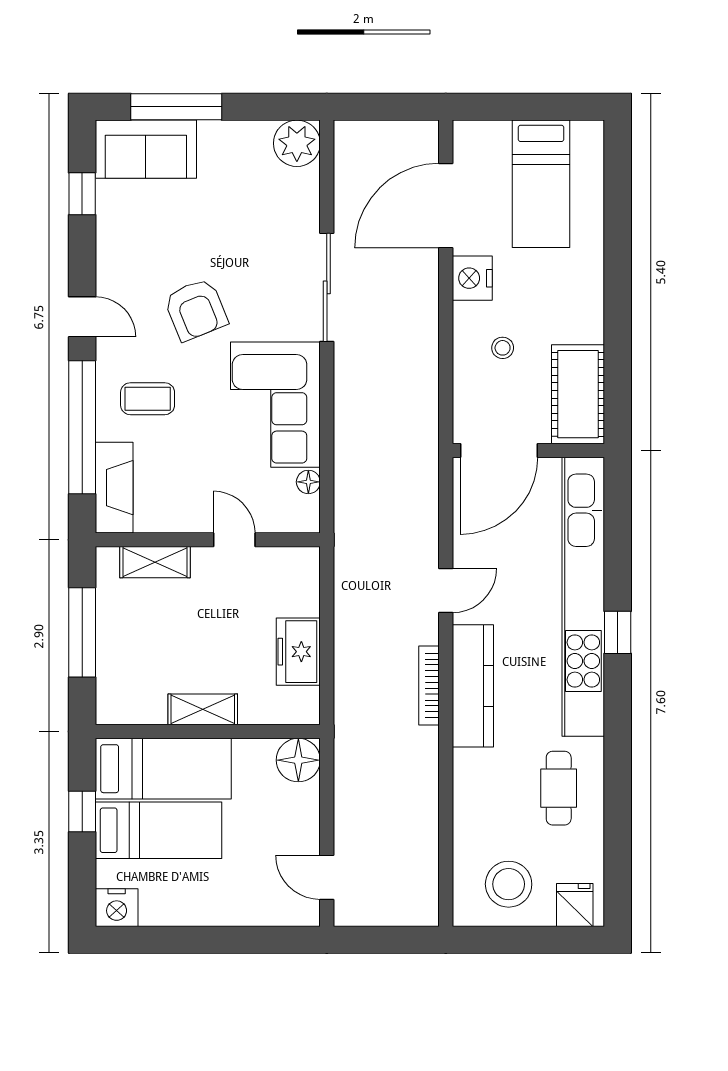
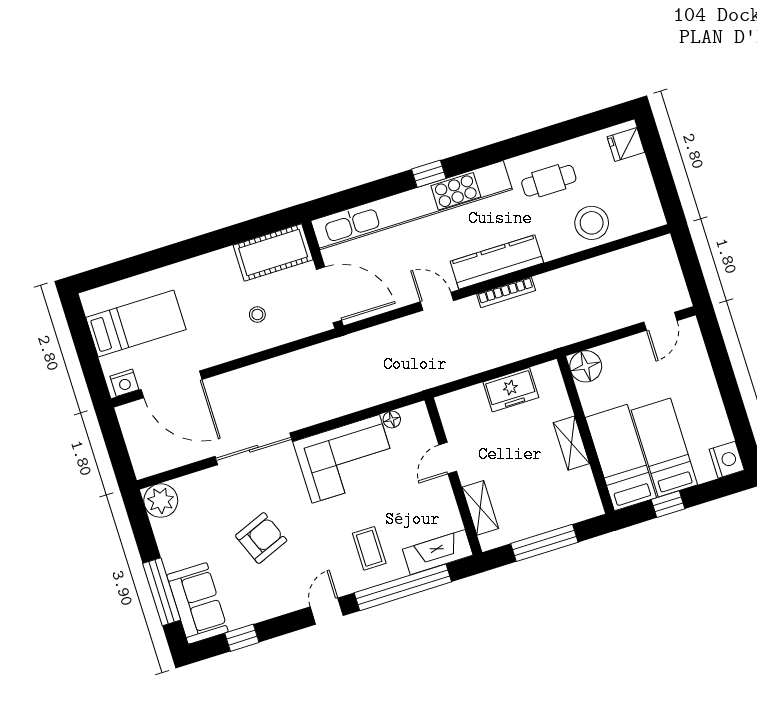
nightstand: (472, 278) -> (124, 383), moved, width x0.74, depth x0.75
armchair: (196, 310) -> (261, 538), moved
stool: (509, 884) -> (592, 223), moved

